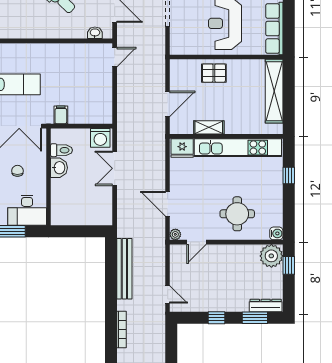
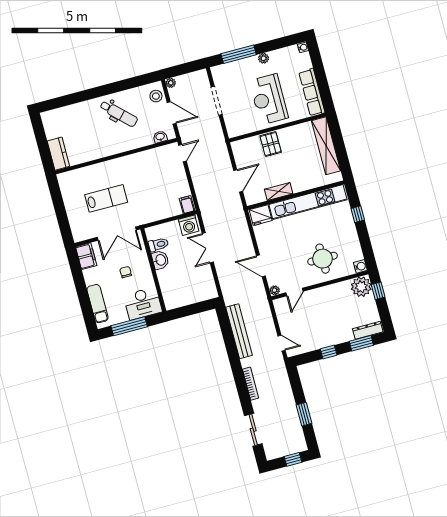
pallet: (214, 73) -> (271, 144), turned 90
filing cabinet: (61, 115) -> (187, 205), moved

